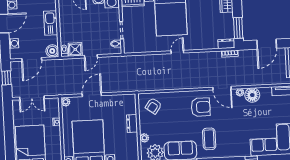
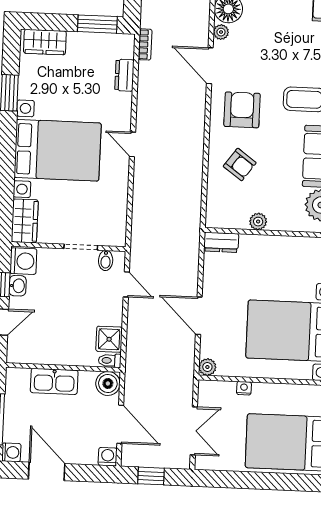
washing machine: (14, 43) -> (108, 457), moved
dresser: (226, 44) -> (124, 75), moved
door: (91, 56) -> (126, 284), moved
door: (222, 88) -> (210, 66), swing flipped
armchair: (153, 106) -> (240, 164), moved
dresser: (132, 123) -> (221, 242), moved
plant: (144, 138) -> (258, 222), moved

